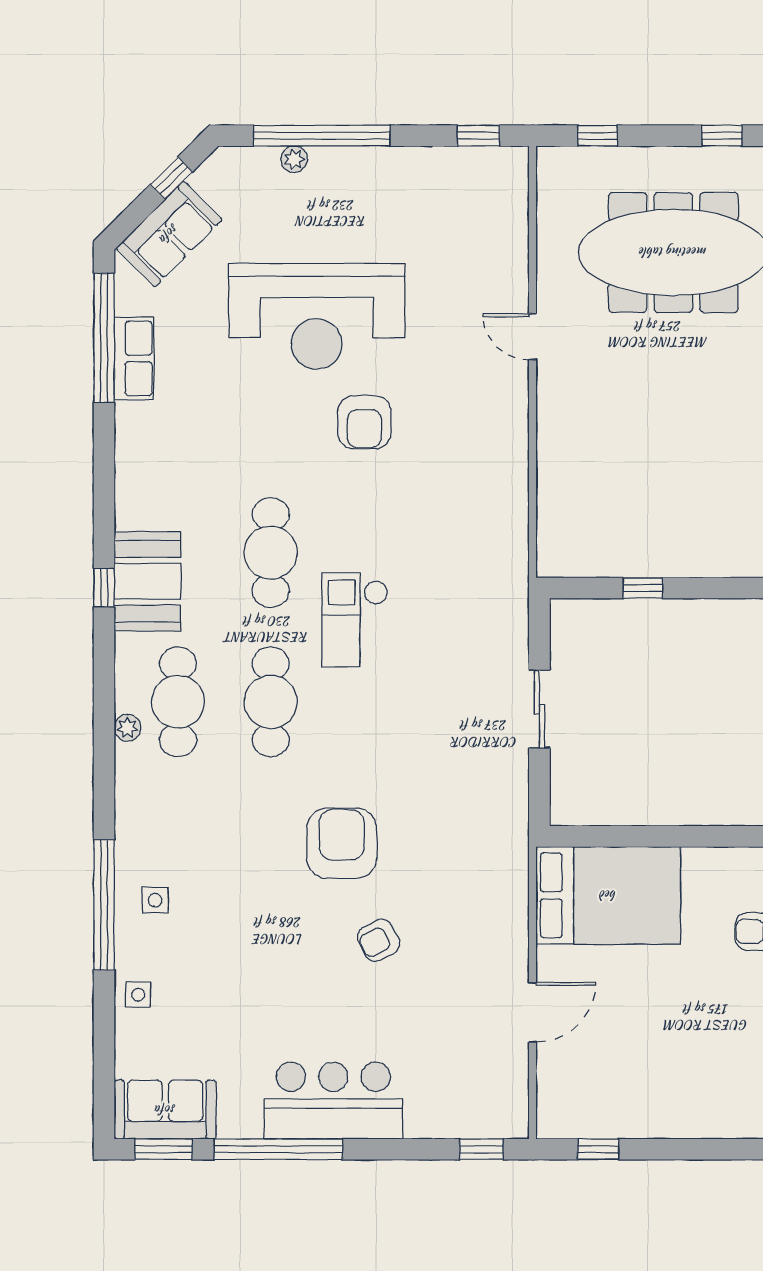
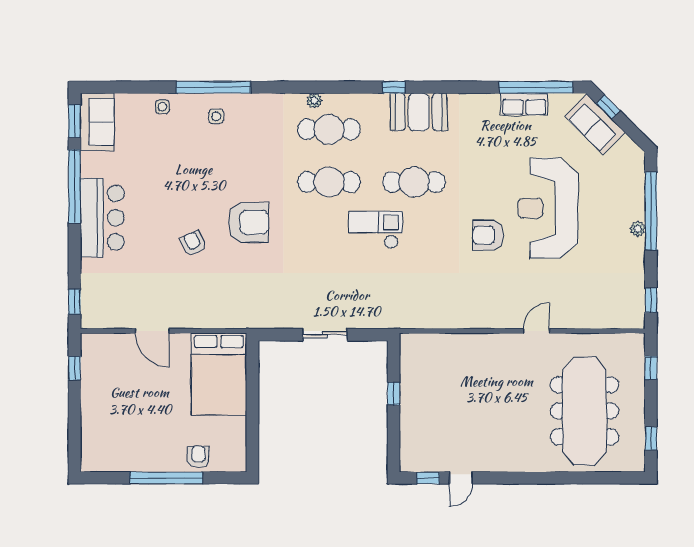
plant: (294, 159) -> (638, 229), moved
window: (172, 178) -> (608, 107), moved
booth: (148, 581) -> (419, 112), moved

